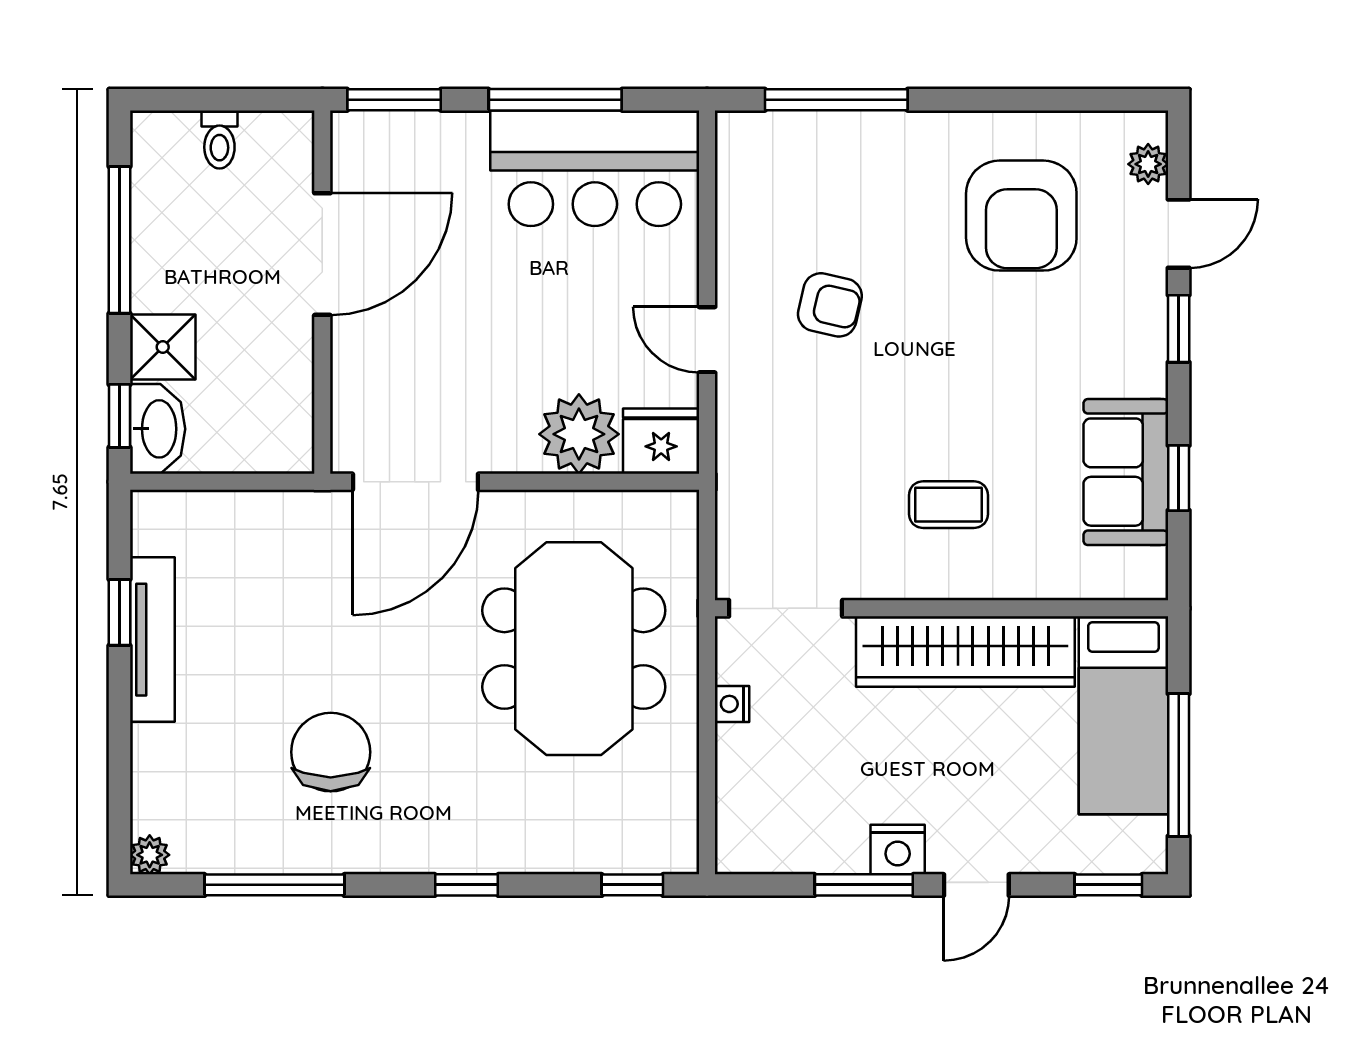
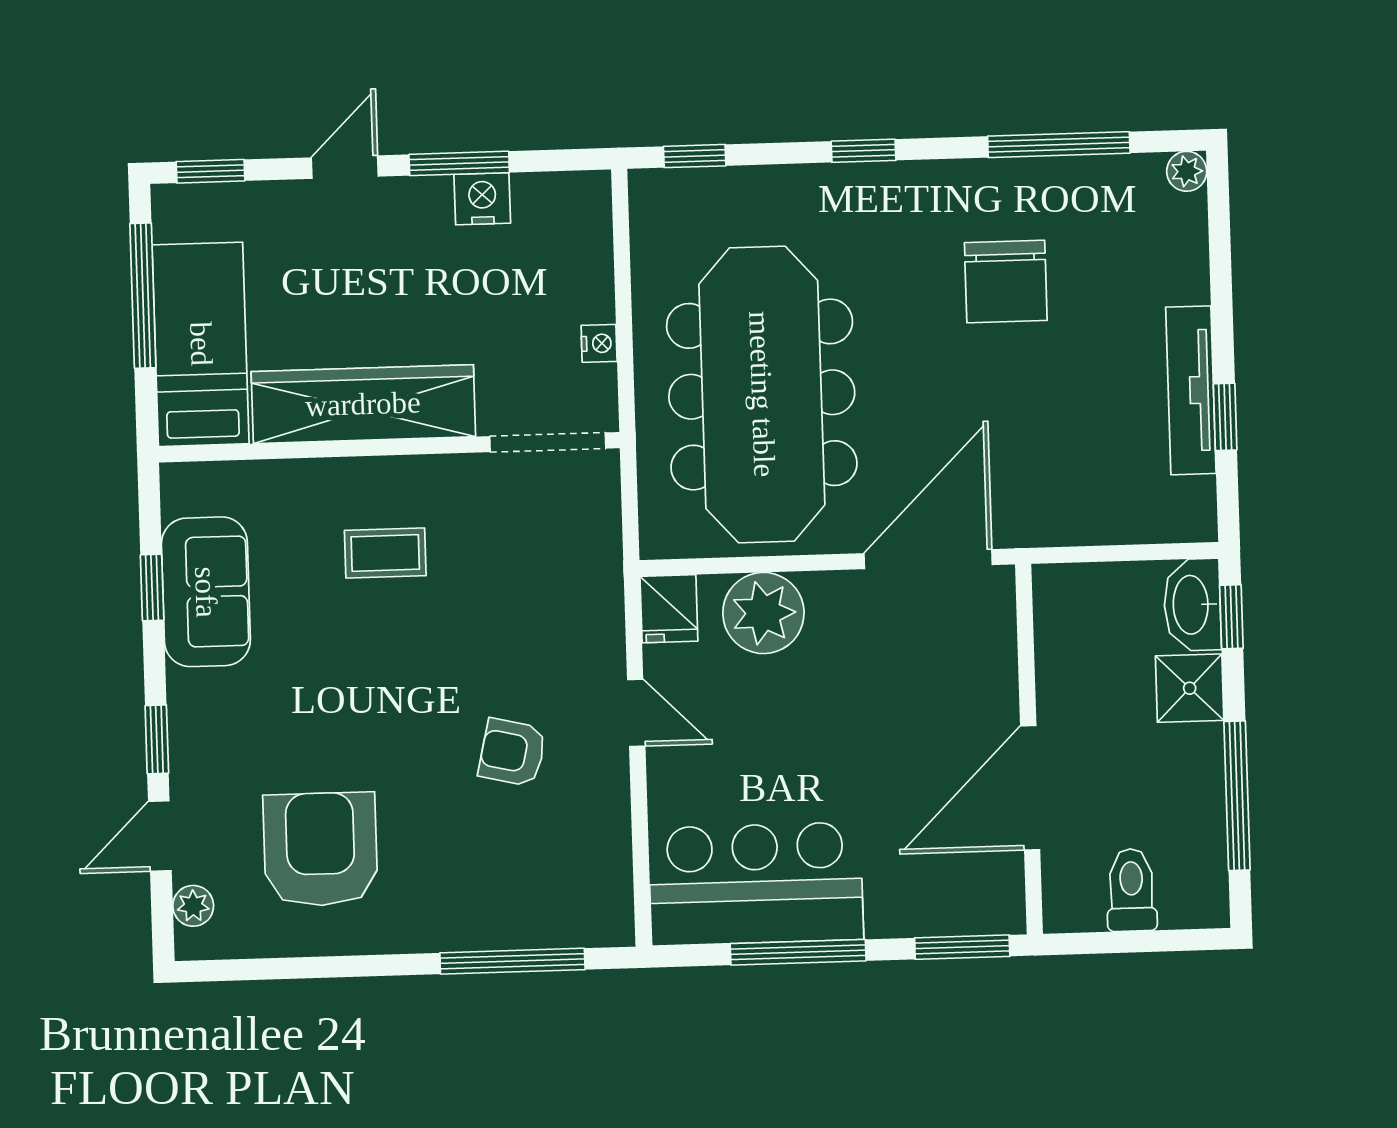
toilet: (219, 139) -> (1131, 890), width x1.37, depth x1.39
fridge: (661, 441) -> (669, 609), width x0.72
meeting table: (574, 649) -> (762, 394), width x1.36
nightstand: (898, 850) -> (482, 199), moved

